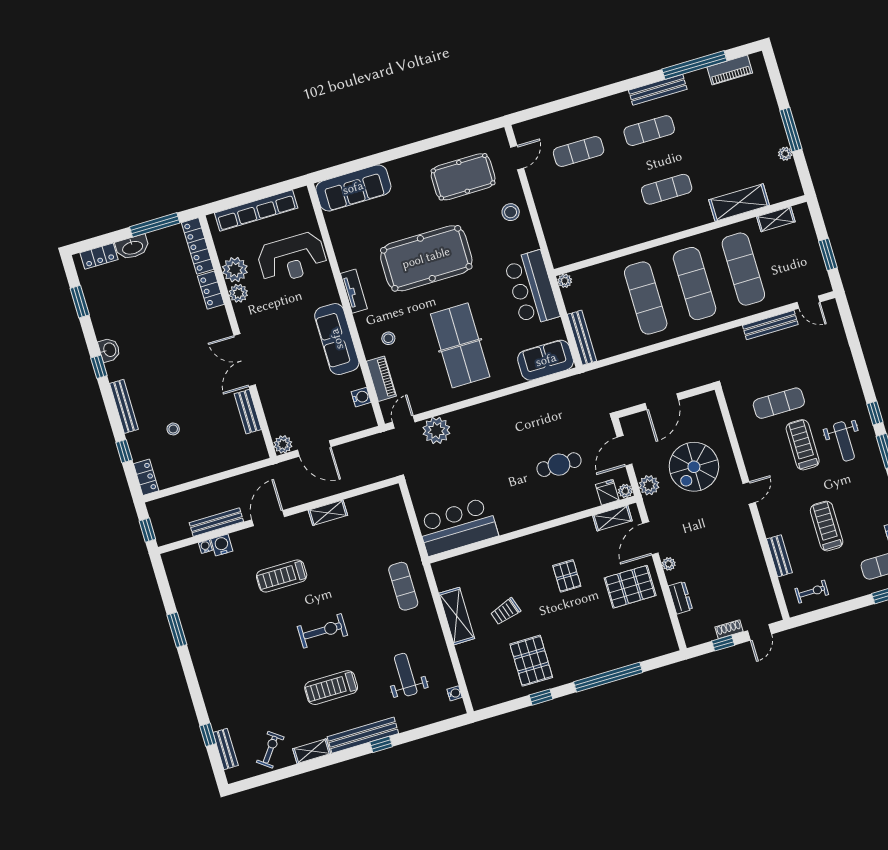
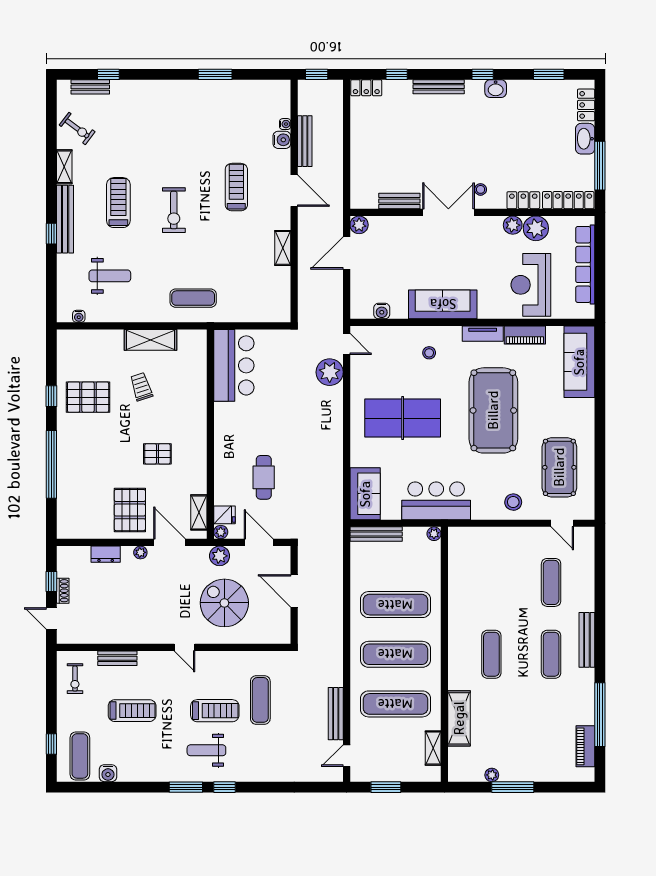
bench: (658, 90) -> (587, 640), moved
piano: (381, 379) -> (525, 335), moved
stool: (173, 429) -> (481, 189), moved

